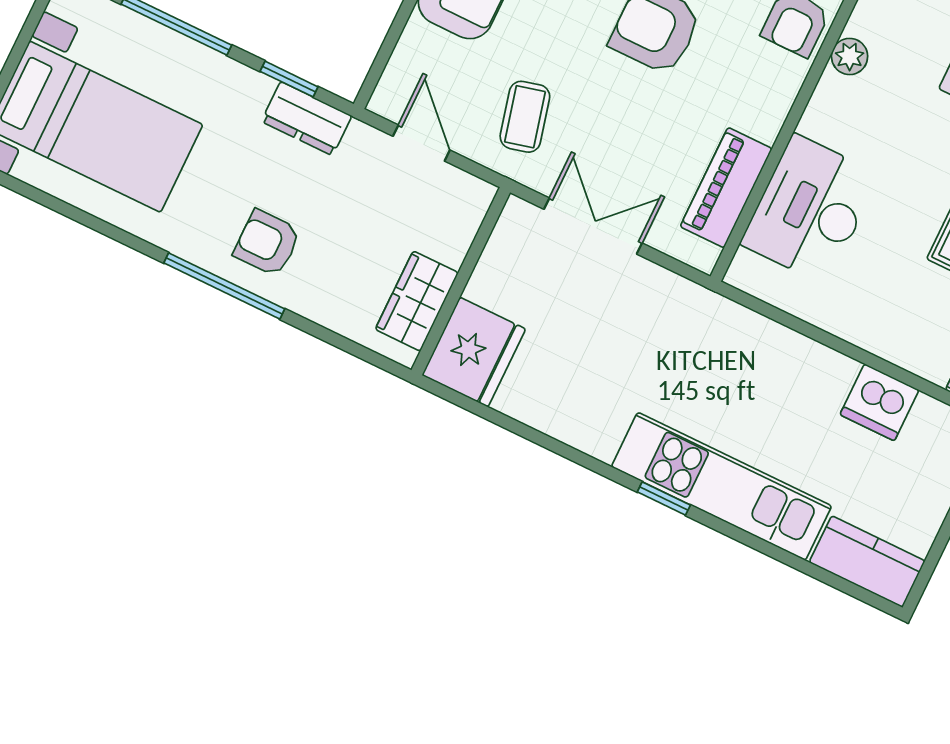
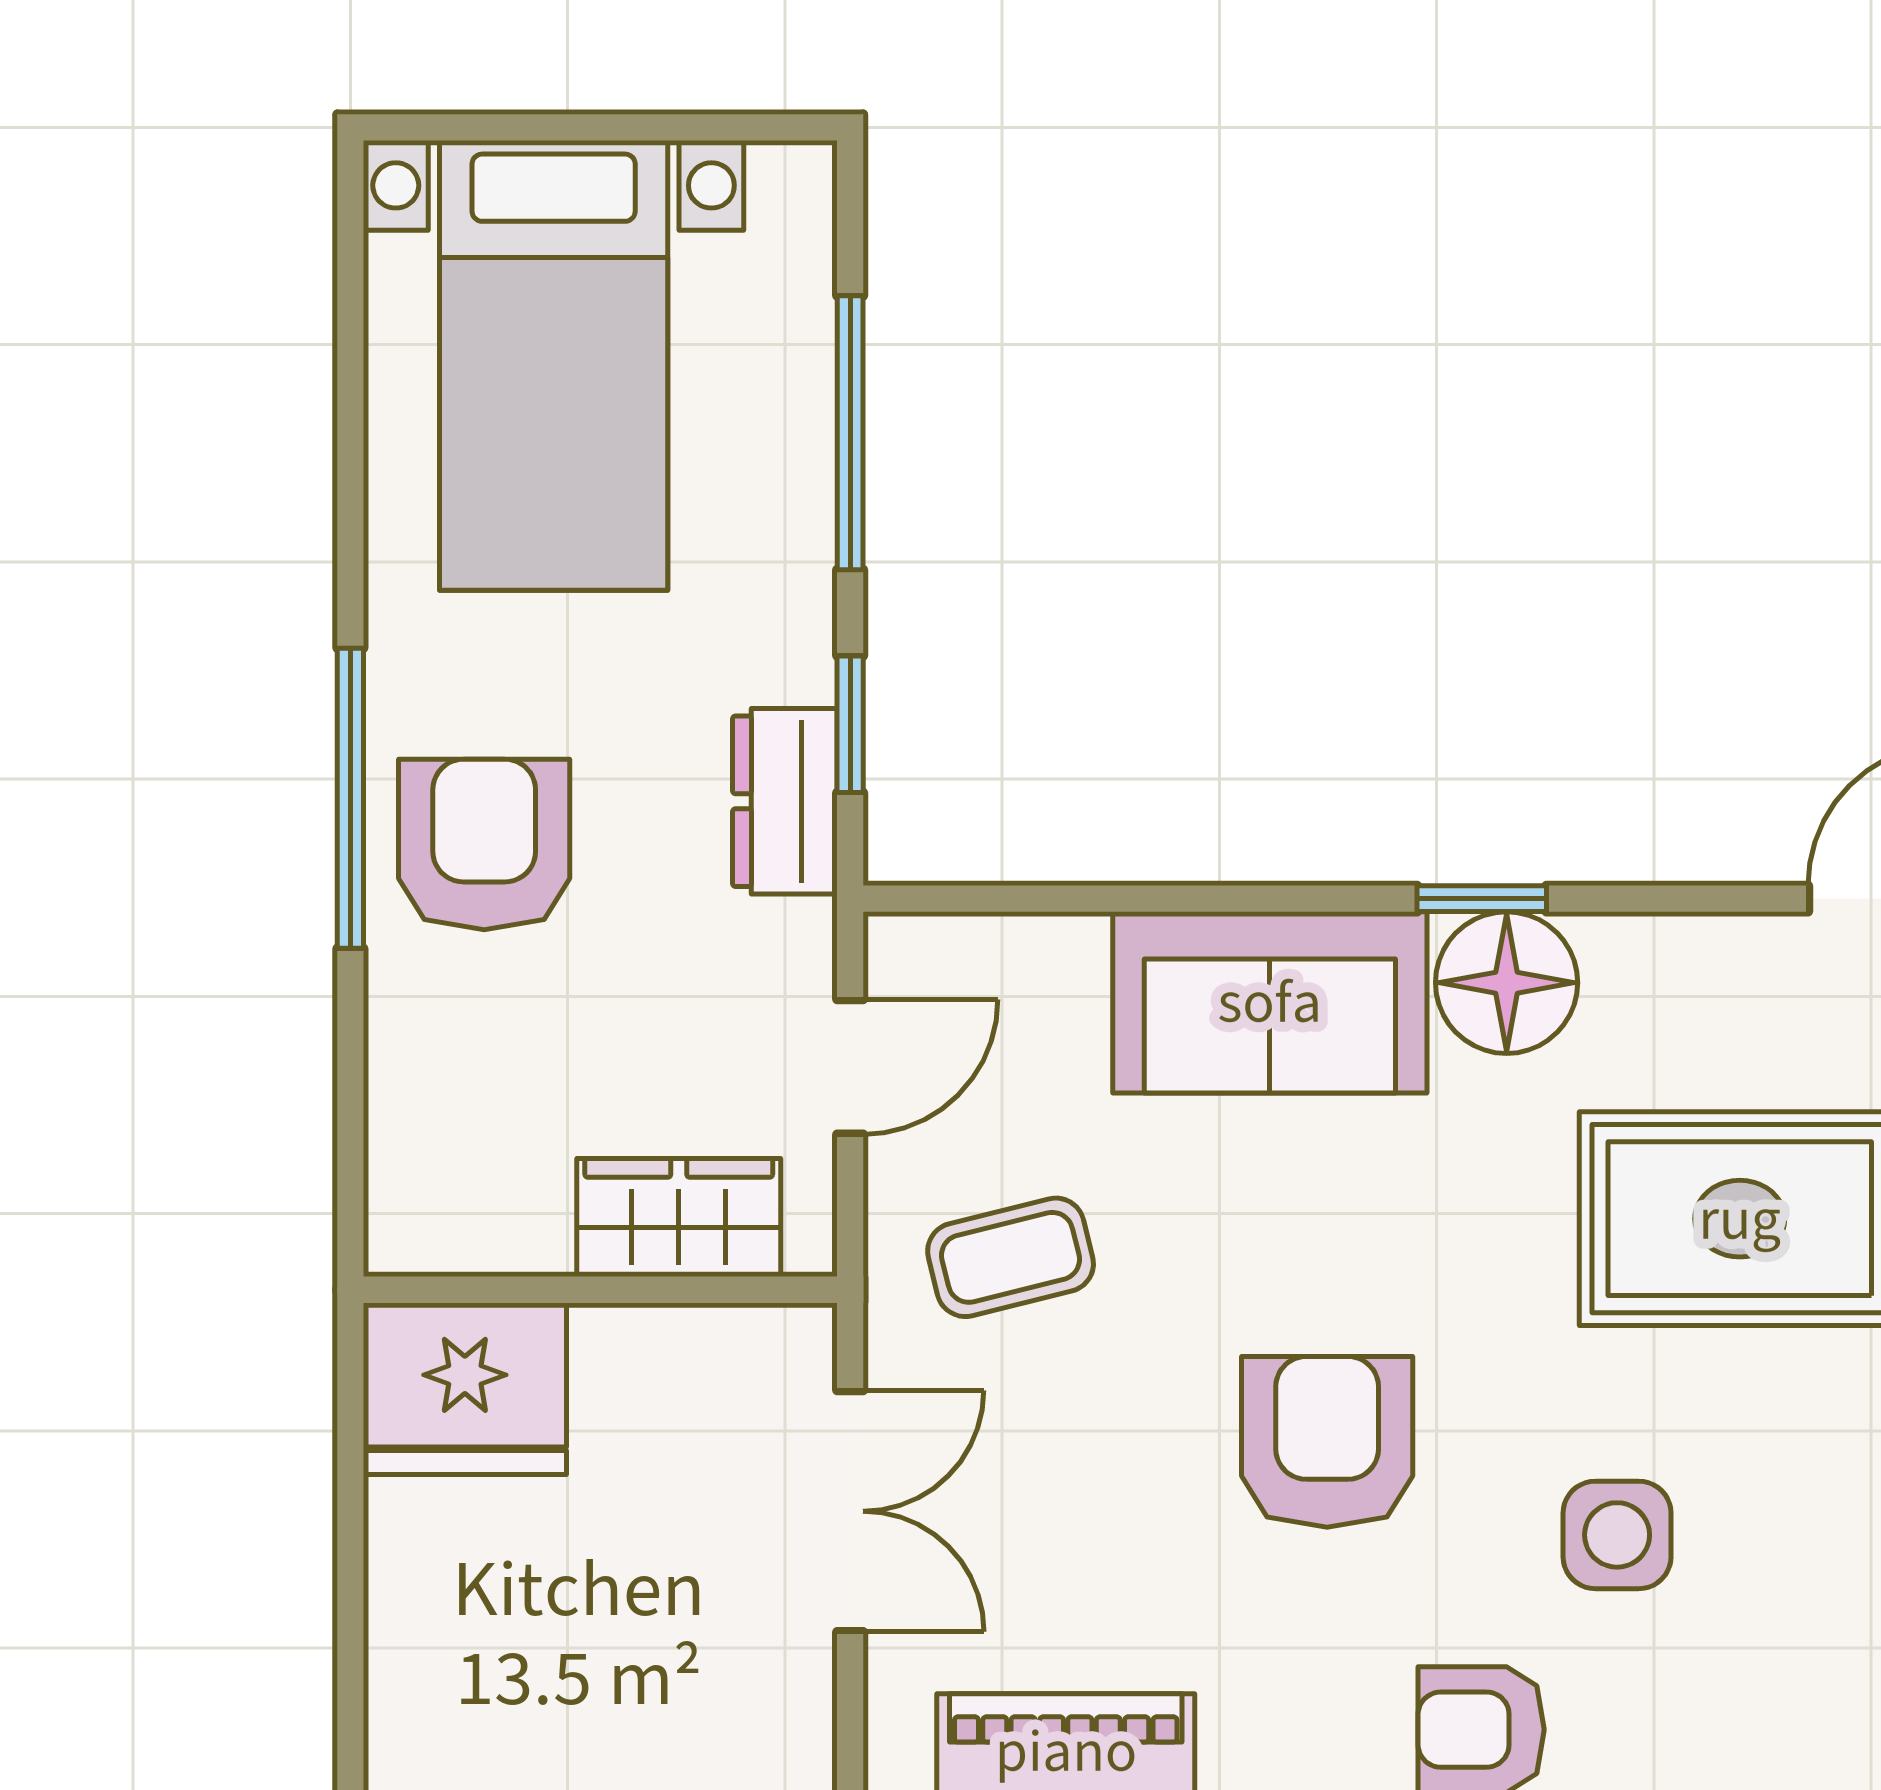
armchair: (267, 243) -> (484, 844), width x1.38, depth x1.38
wardrobe: (417, 301) -> (679, 1218), moved

